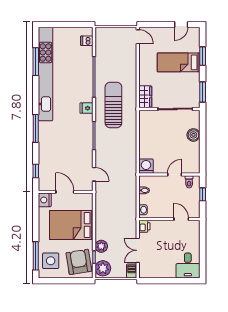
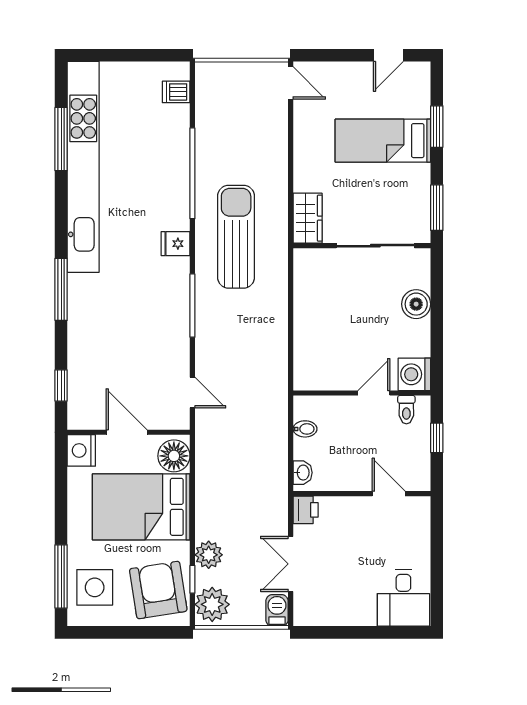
washing machine: (146, 166) -> (414, 374), moved, turned -90
floor lamp: (86, 202) -> (174, 456), added

